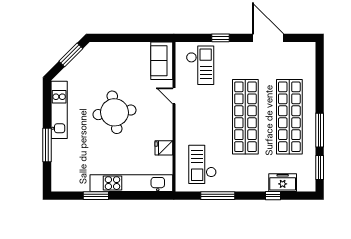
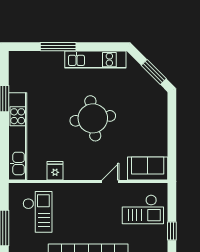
checkout: (203, 164) -> (38, 212), turned 90

